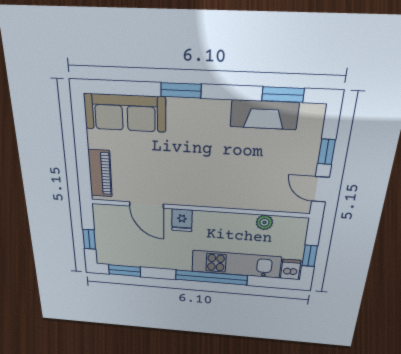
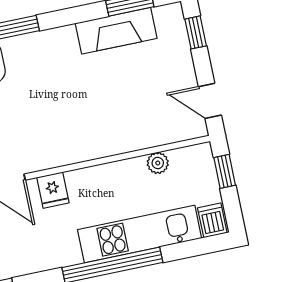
window: (326, 152) -> (196, 32), moved
window: (310, 256) -> (225, 171), moved

